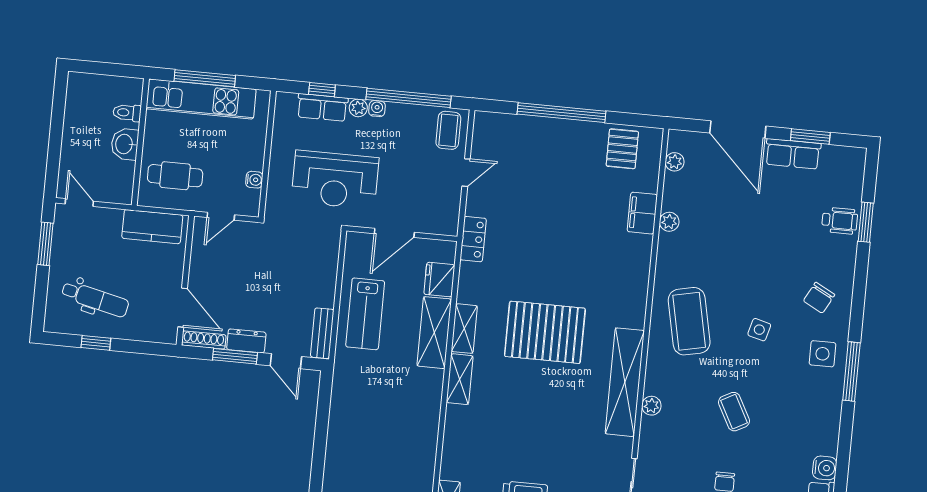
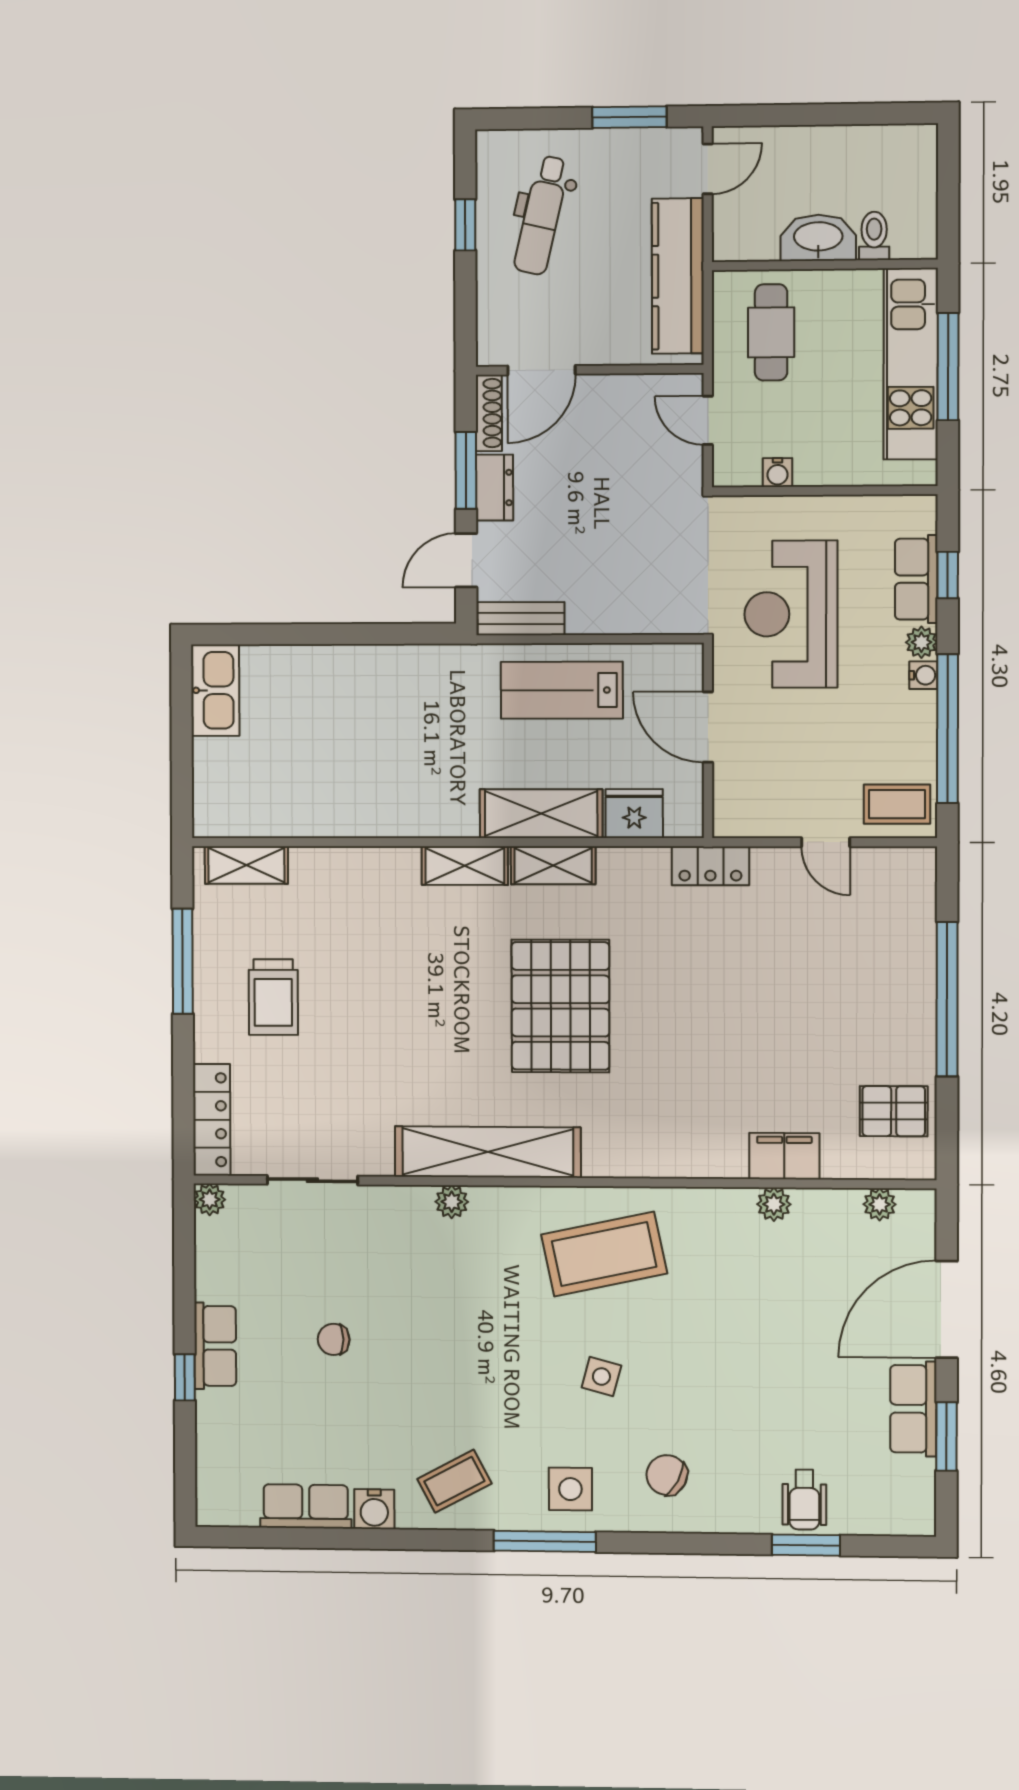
washbasin: (125, 144) -> (818, 238), width x1.38
kitchen counter: (152, 227) -> (678, 276), width x1.50
coffee table: (734, 412) -> (454, 1481), moved

